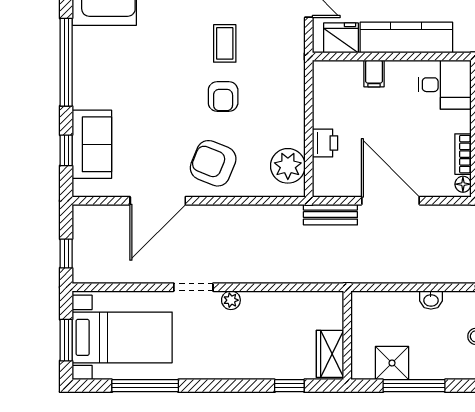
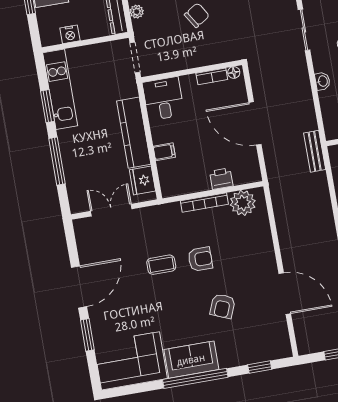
bookcase: (297, 115) -> (204, 203), added
sofa: (92, 144) -> (191, 360), moved
armchair: (213, 163) -> (223, 306), moved, width x0.72, depth x0.72
door: (390, 201) -> (255, 123), hinge flipped
bench: (330, 215) -> (315, 151), moved

